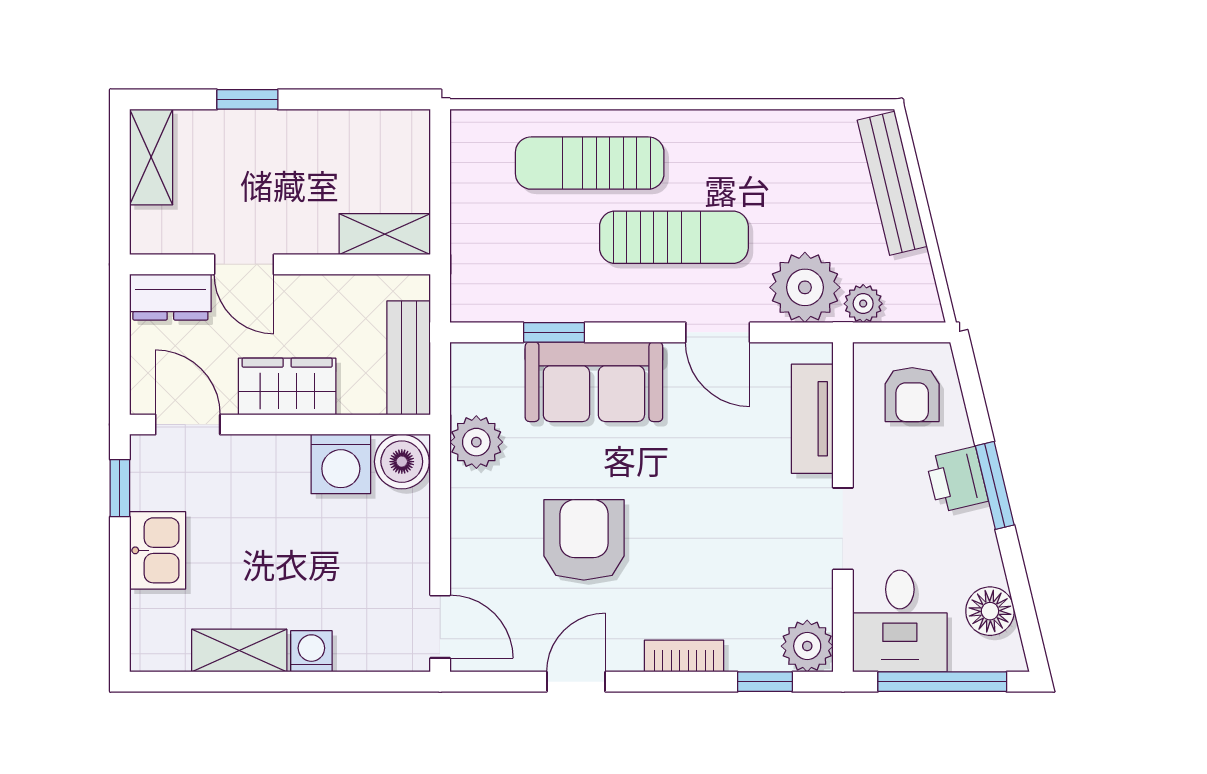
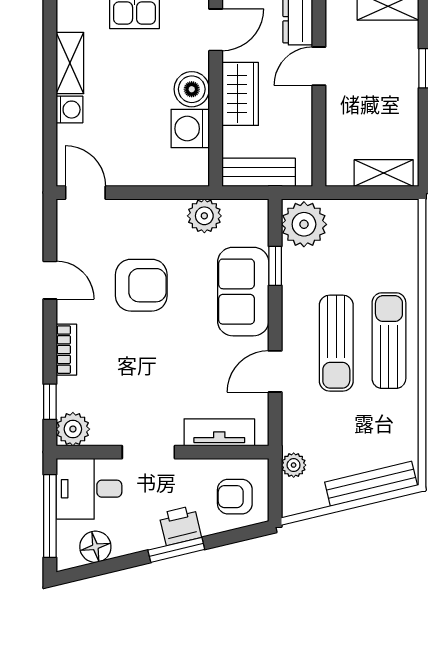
sun lounger: (590, 163) -> (389, 341), moved
shelving: (385, 234) -> (384, 173), moved, turned 90
plant: (805, 287) -> (304, 224), moved
boiler: (402, 462) -> (192, 89), moved
door: (440, 627) -> (85, 193), swing flipped

